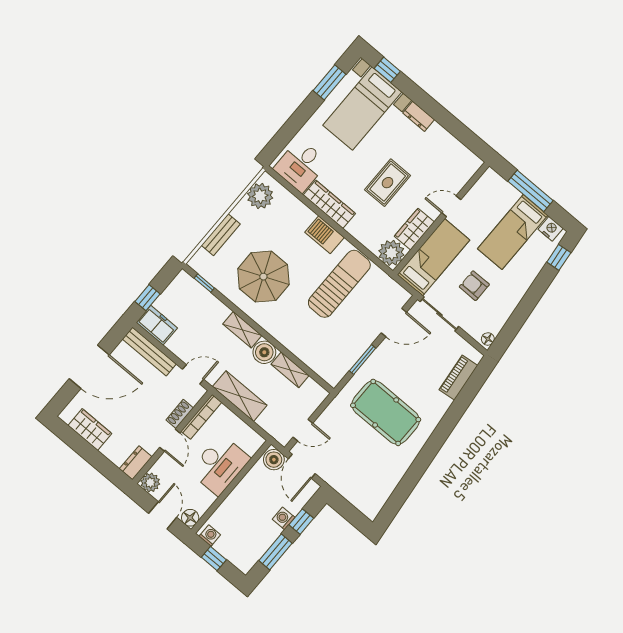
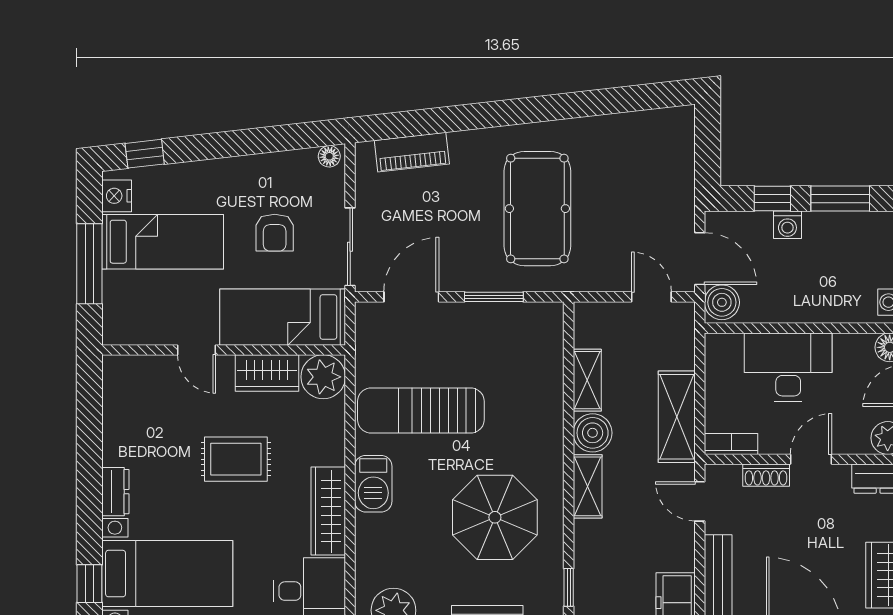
door: (394, 323) -> (411, 297), hinge flipped
bookcase: (201, 417) -> (731, 444), width x0.64
door: (302, 466) -> (700, 259), hinge flipped

